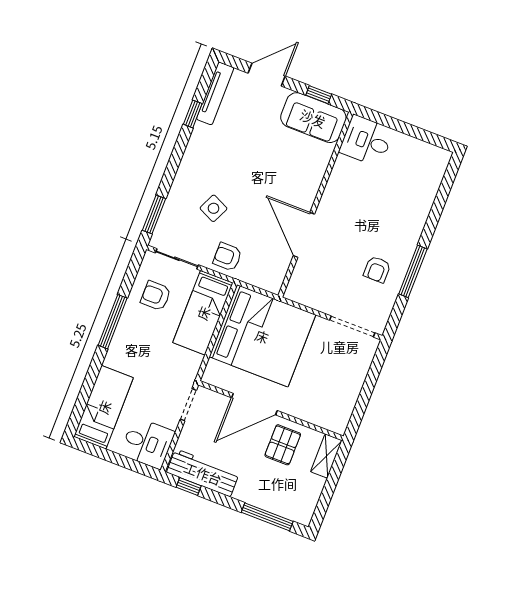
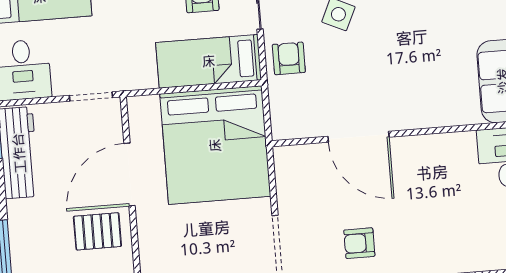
door: (304, 235) -> (358, 137), swing flipped
door: (254, 404) -> (129, 174), hinge flipped

